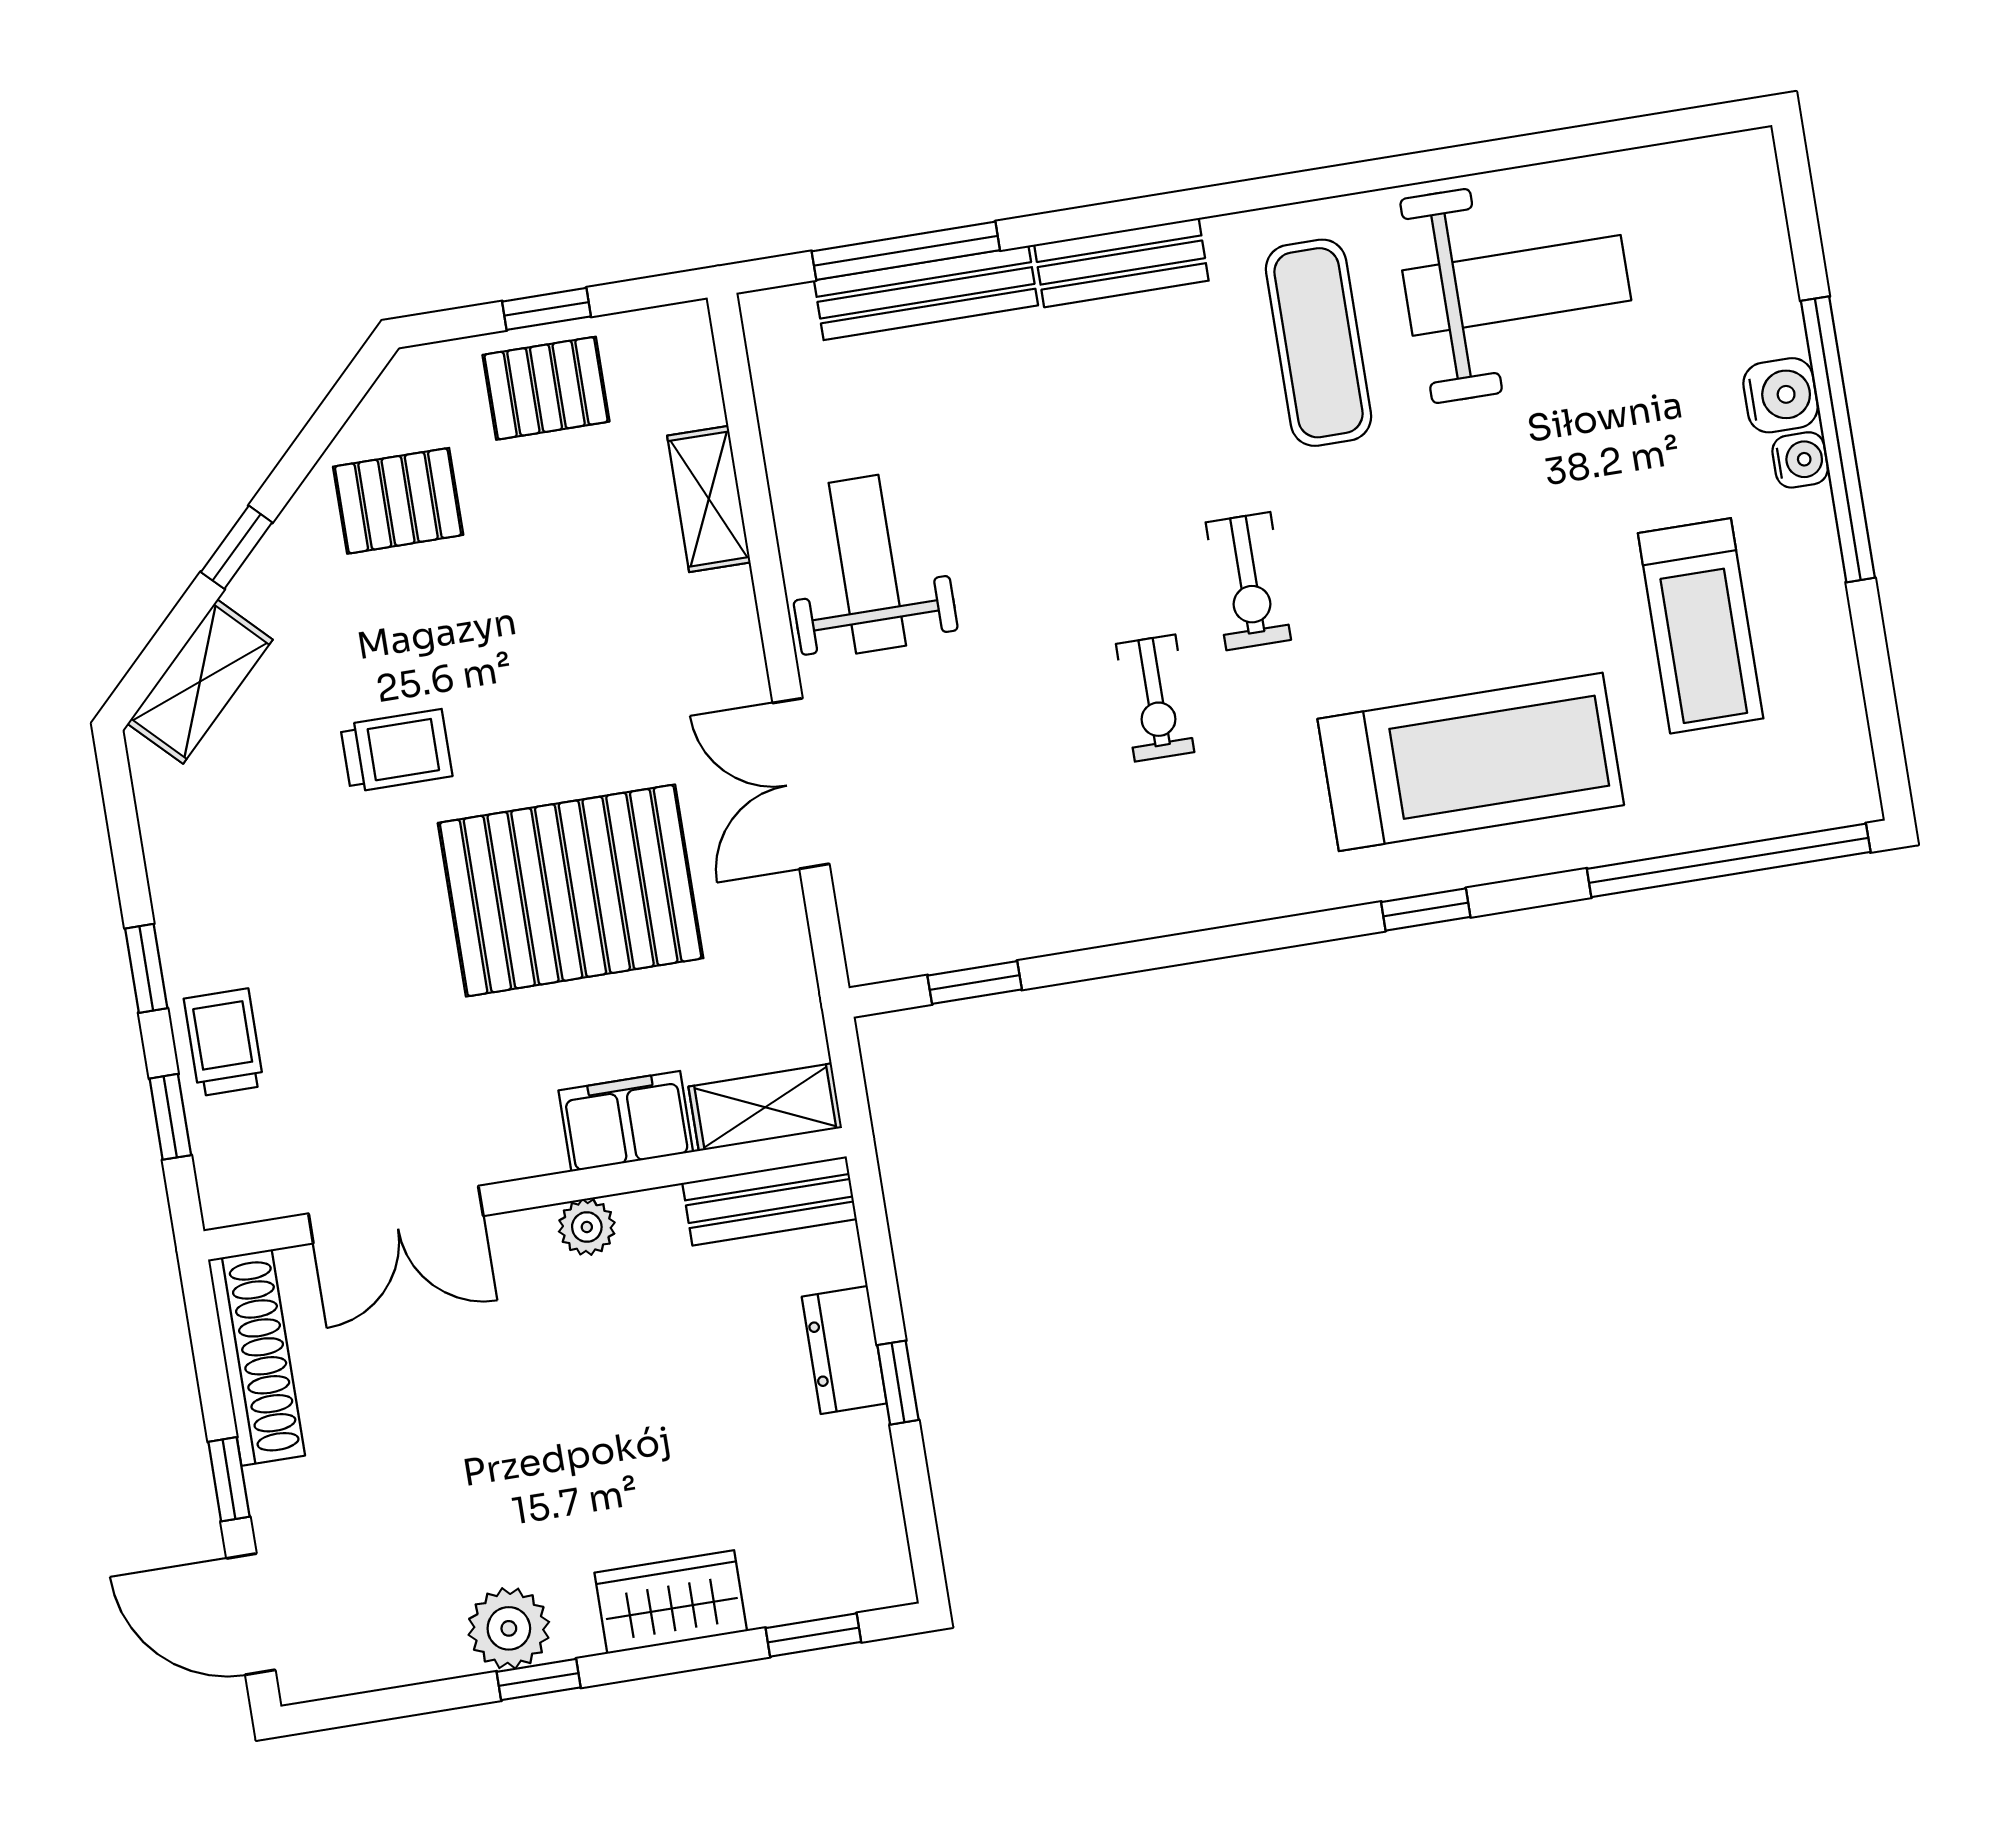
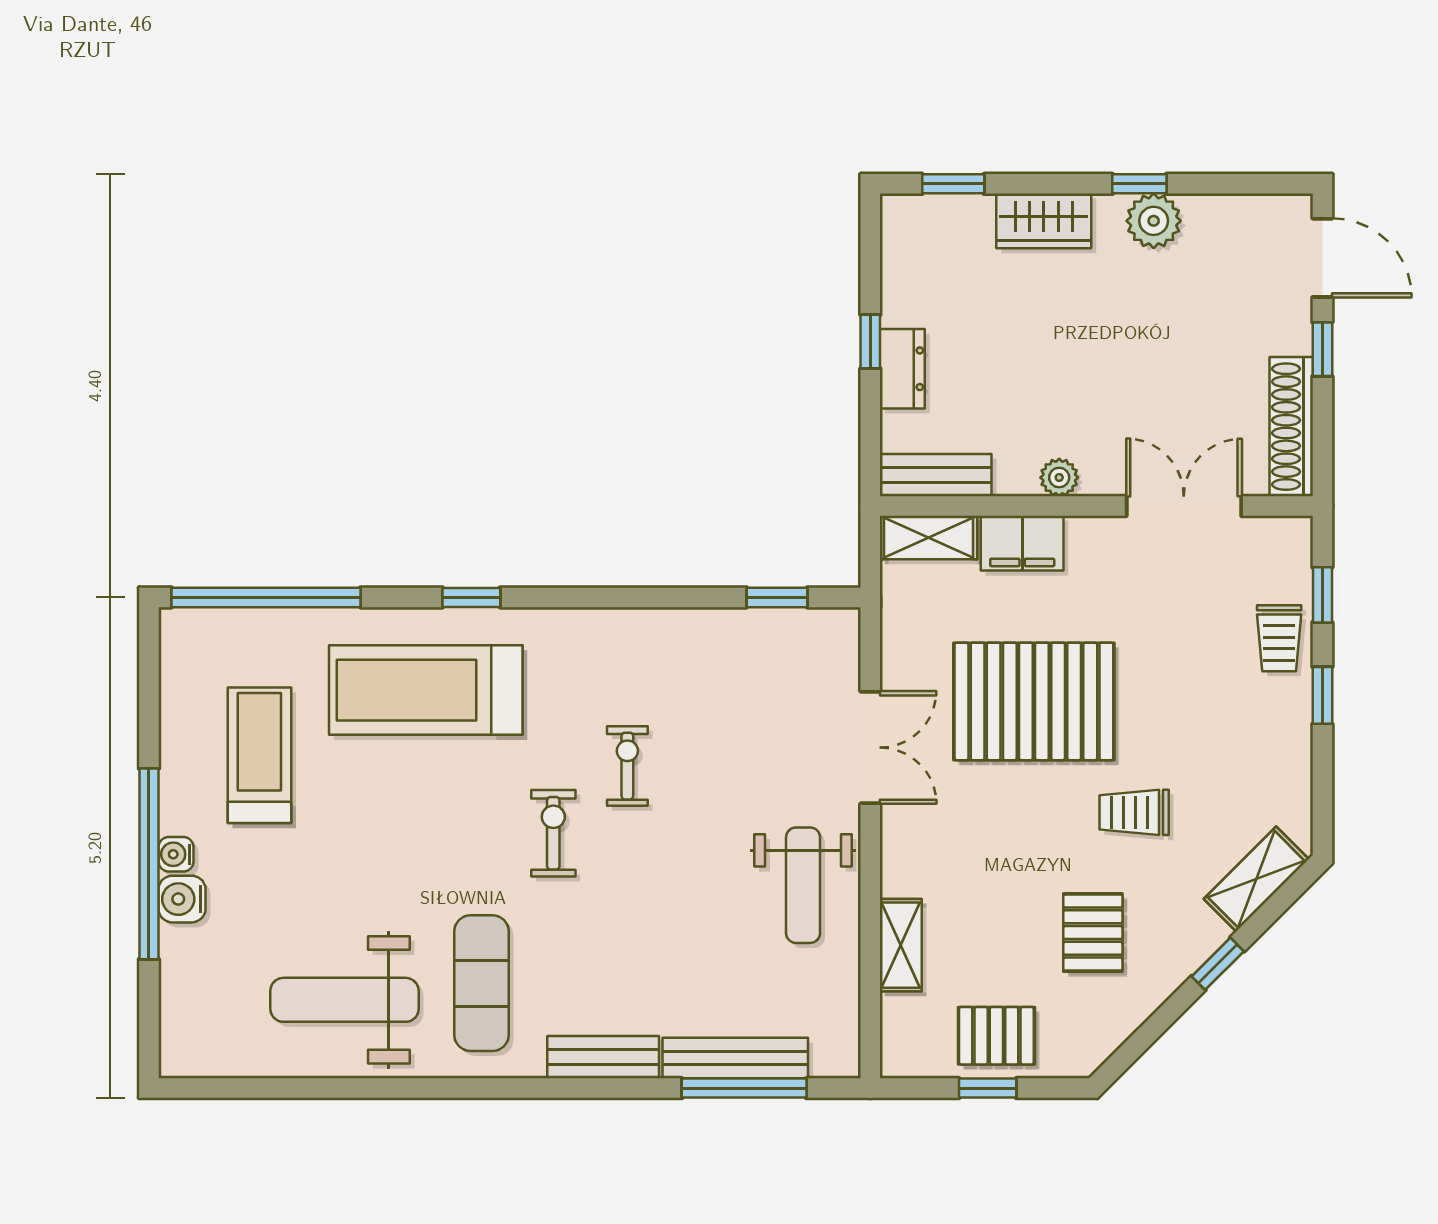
pallet: (398, 501) -> (1093, 933), moved, turned 90

